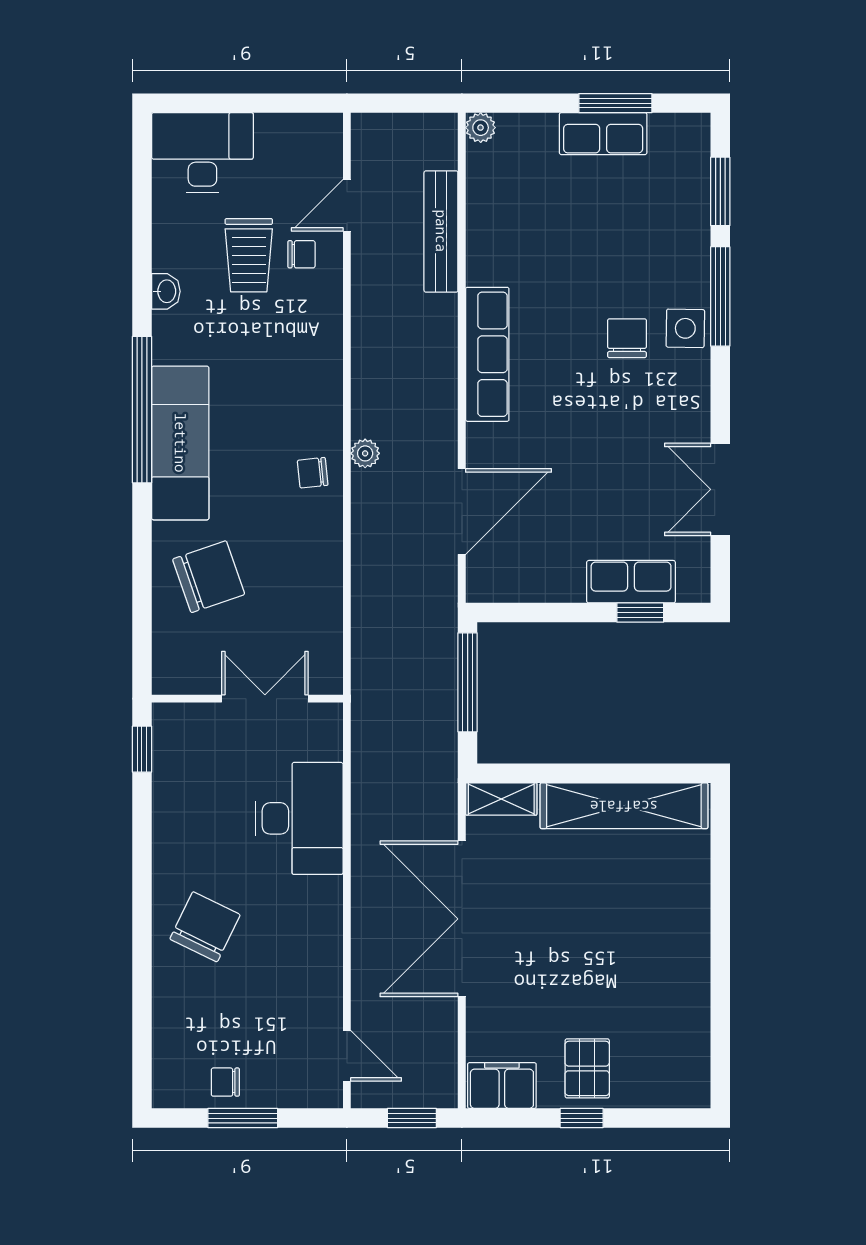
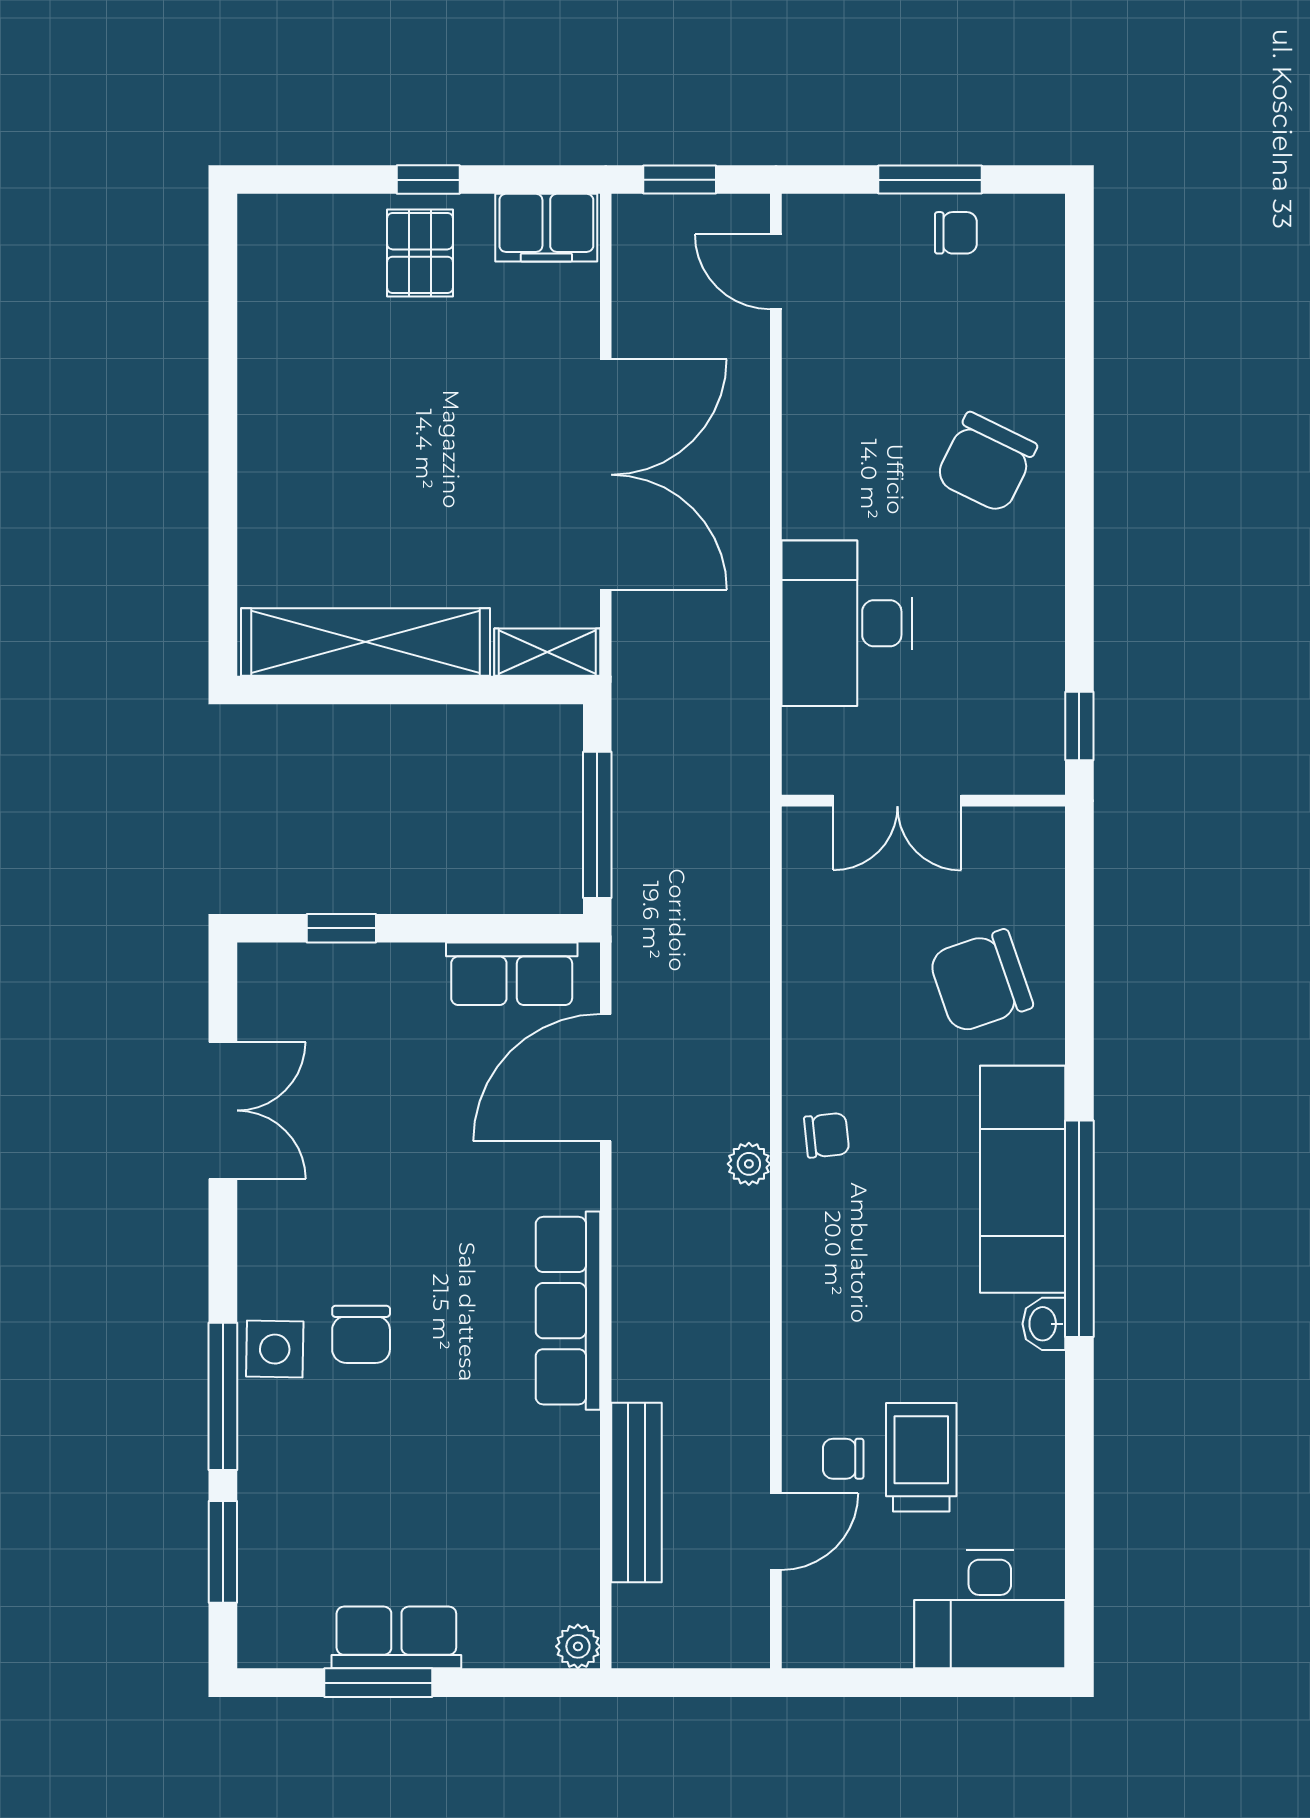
washbasin: (166, 291) -> (1044, 1324), moved
row of seats: (631, 582) -> (512, 974), moved

